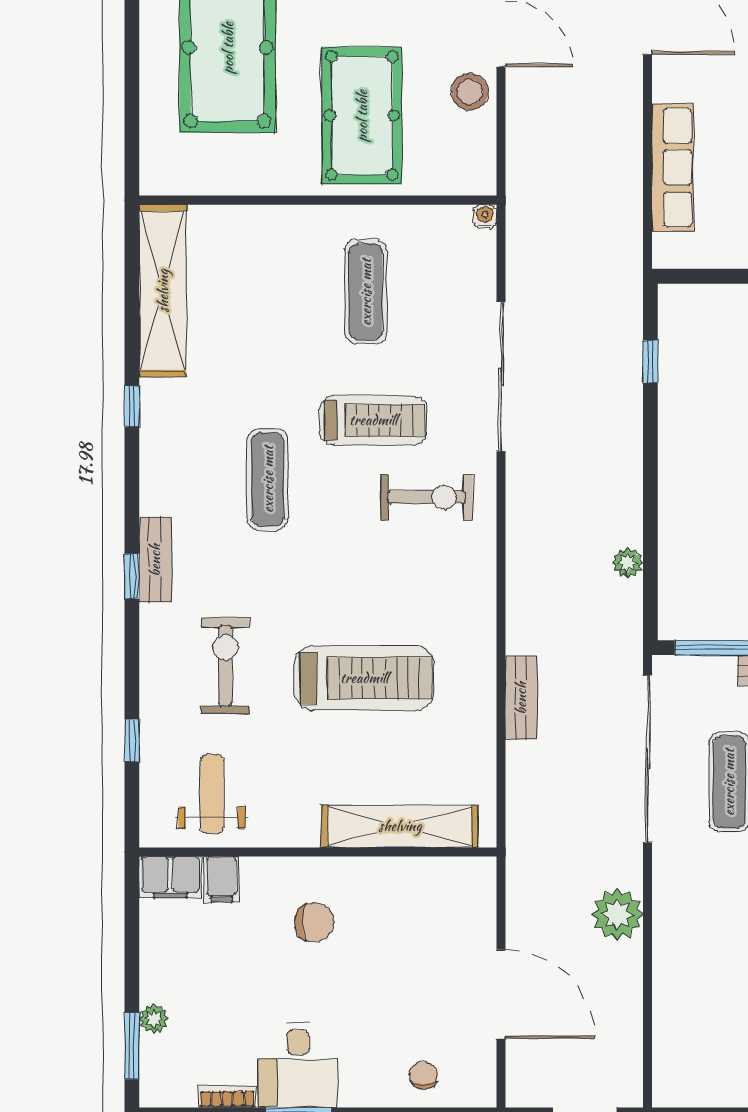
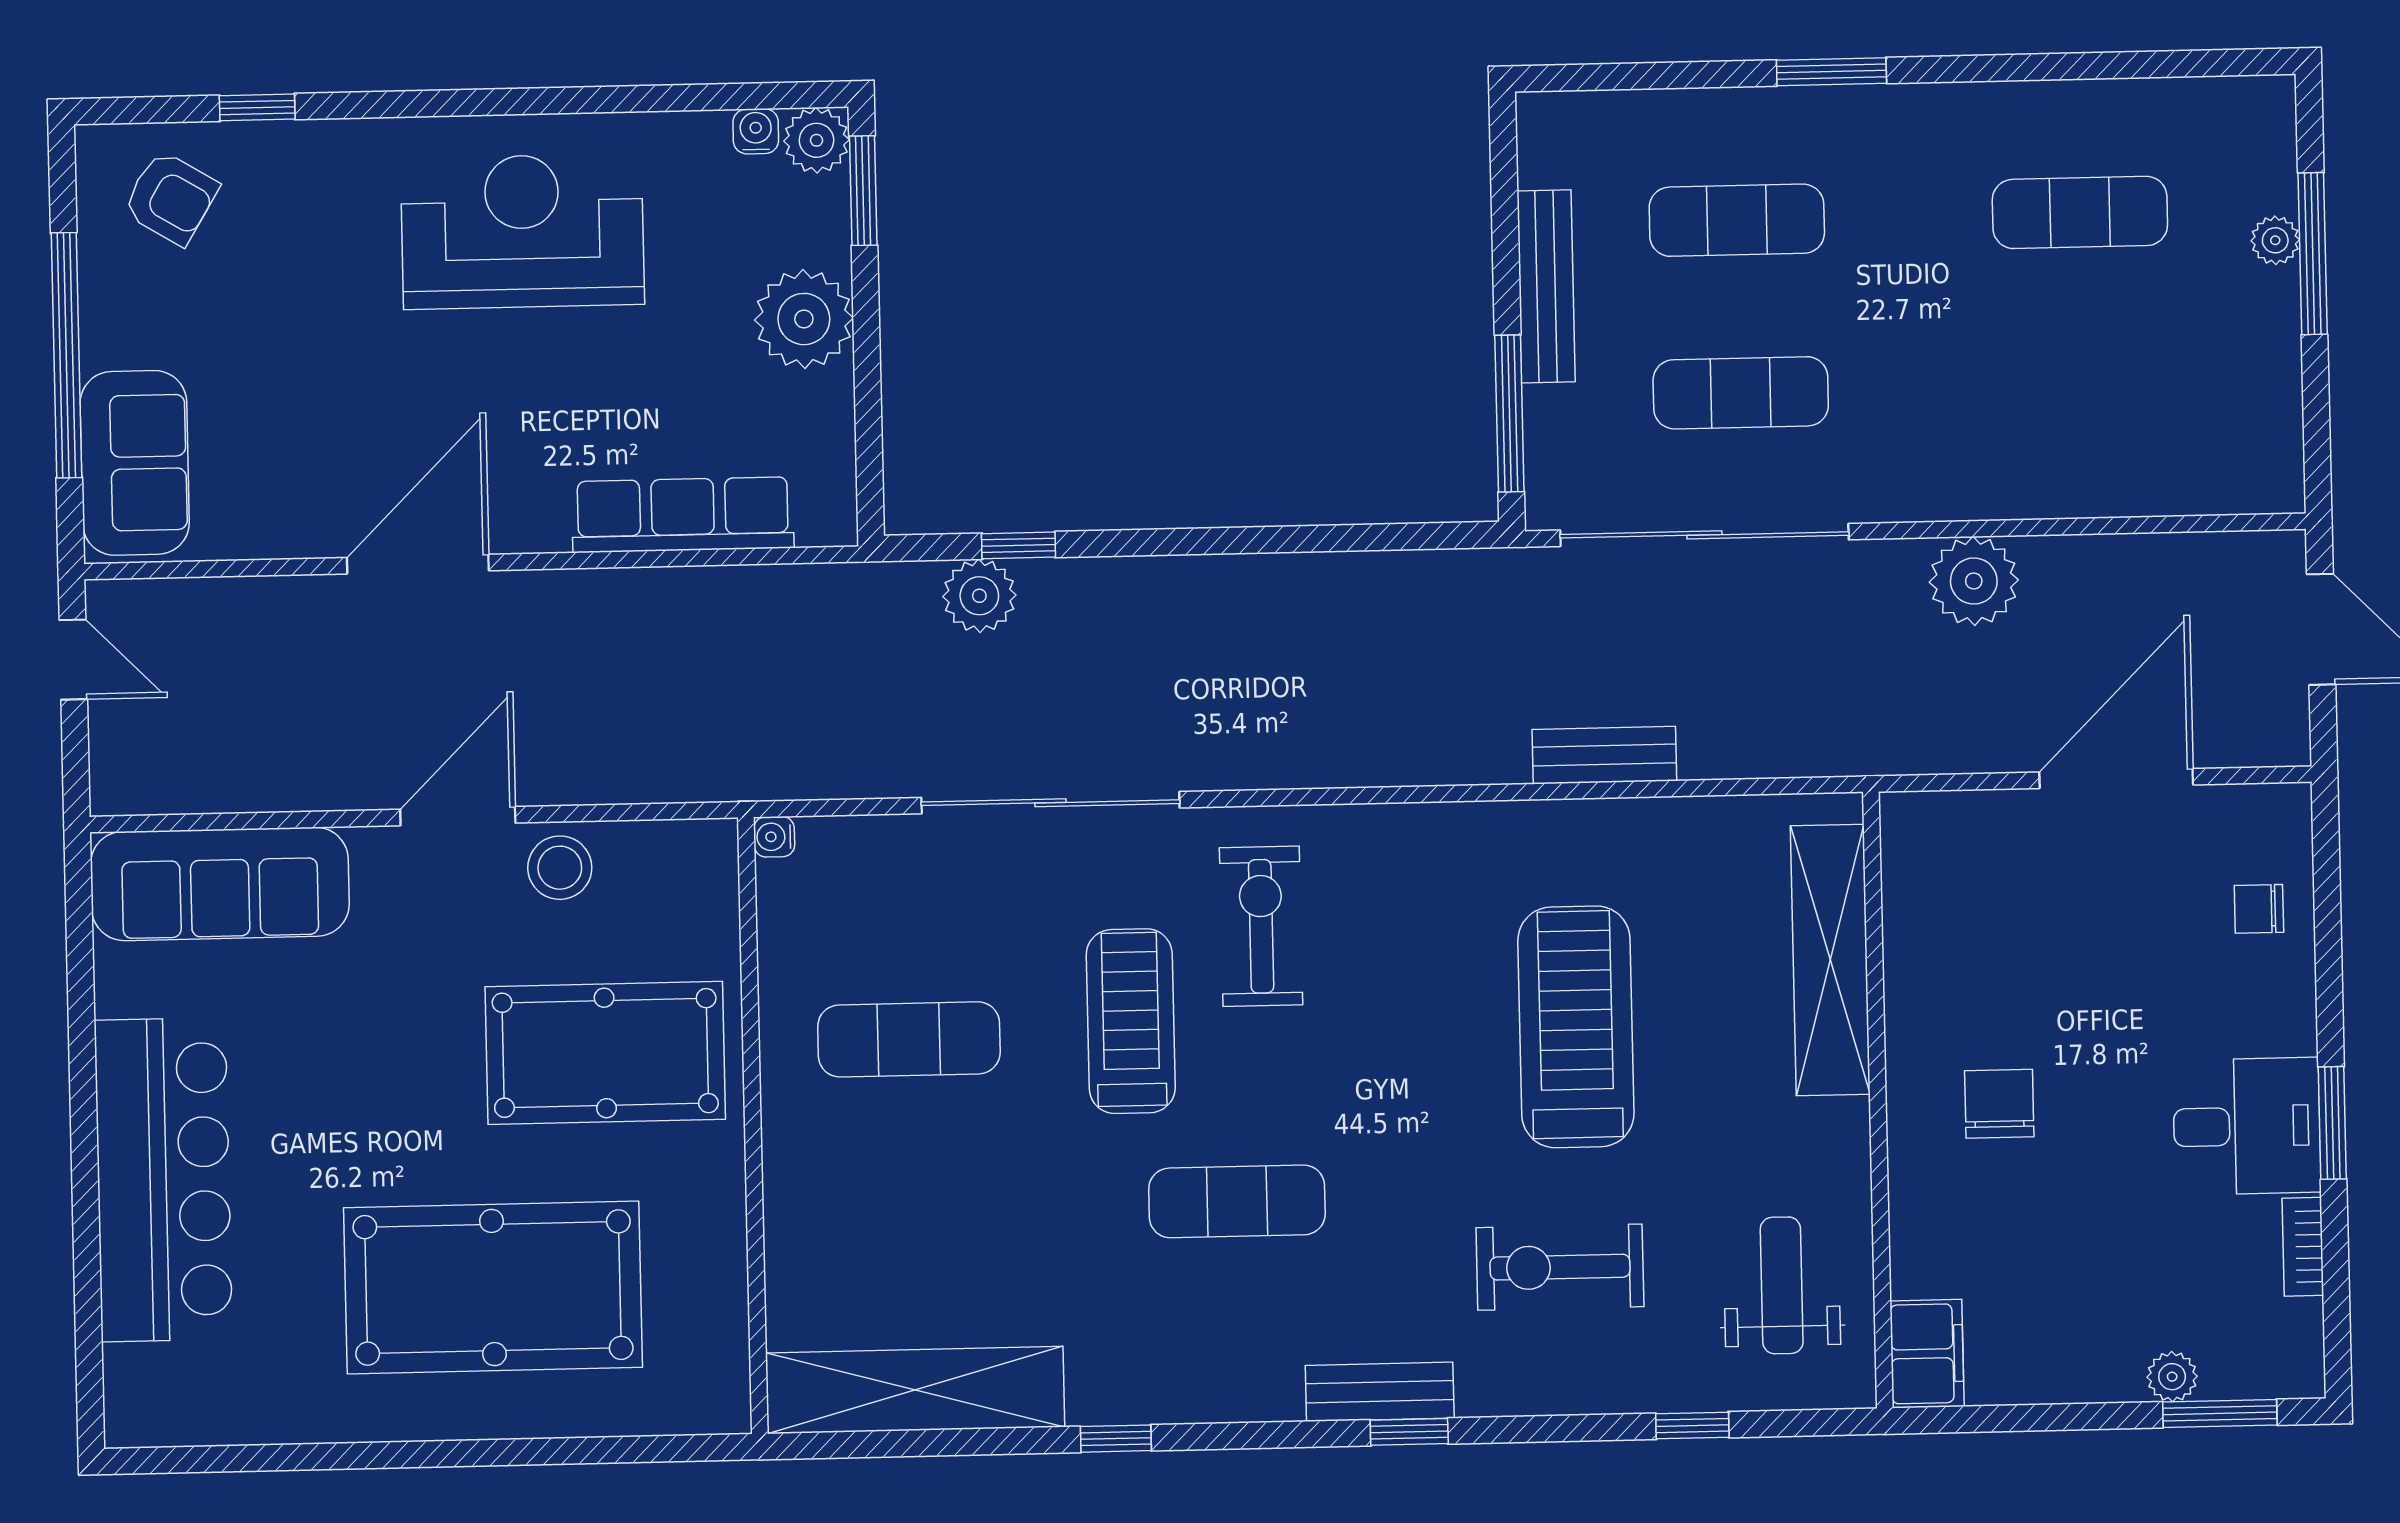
plant: (628, 563) -> (979, 596), moved, width x1.38, depth x1.38
weight bench: (212, 794) -> (1782, 1285), turned 90
filing cabinet: (222, 879) -> (1929, 1265), removed

